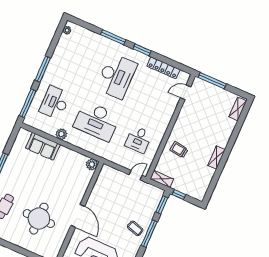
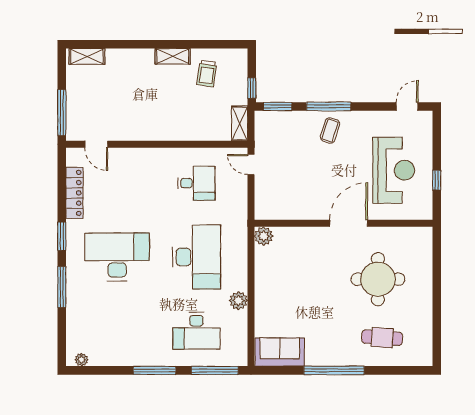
sofa: (43, 146) -> (280, 352), moved, turned -90
trolley: (179, 150) -> (207, 74), moved

